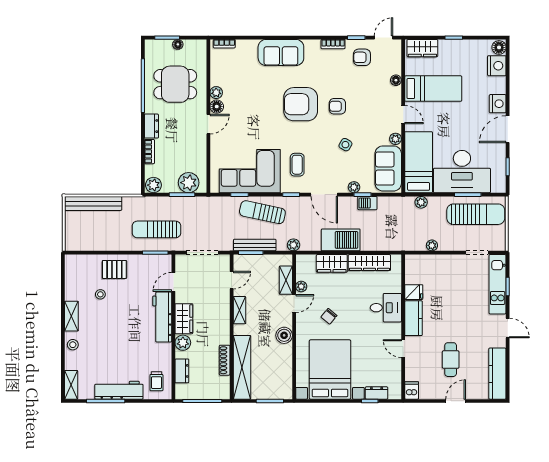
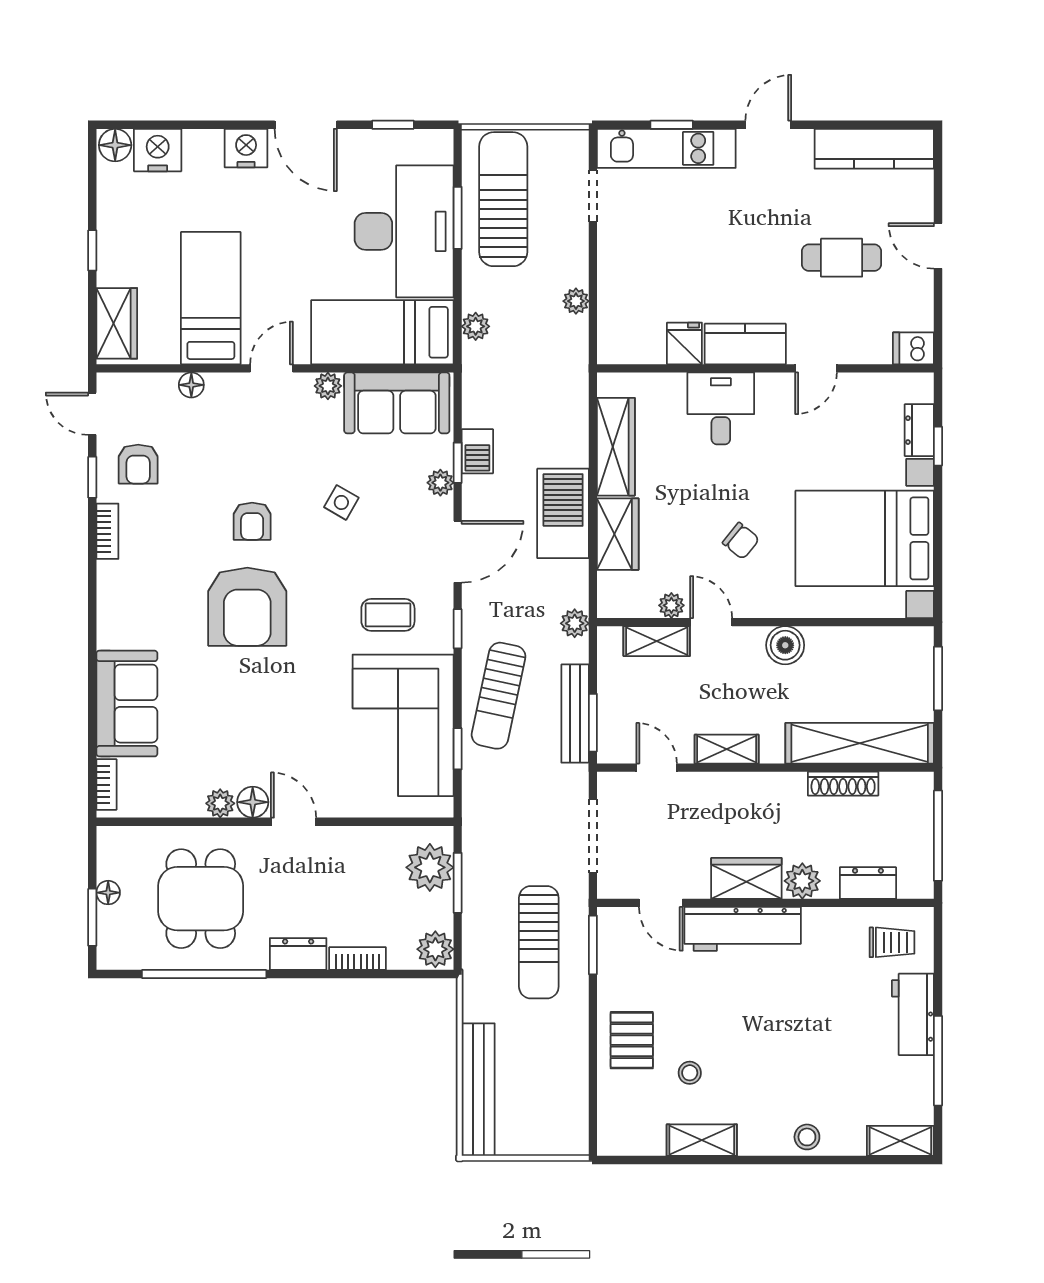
sofa: (281, 52) -> (127, 704), moved
shelving: (71, 316) -> (702, 1140), moved
workbench: (119, 390) -> (913, 1014), width x0.73

